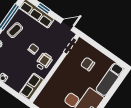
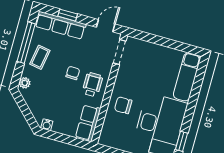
chair: (88, 64) -> (123, 105), moved

